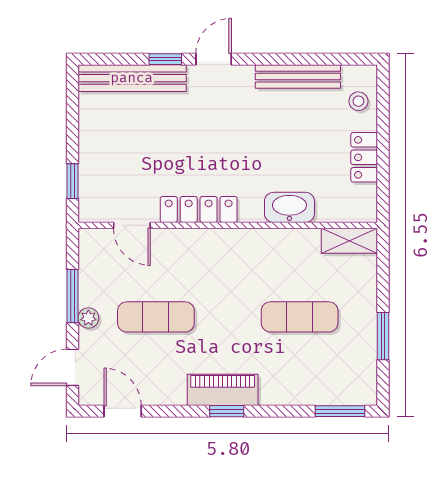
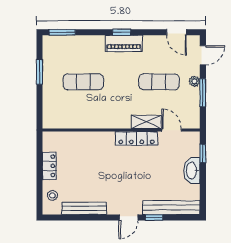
washbasin: (289, 207) -> (192, 171), moved, turned 90
shelving: (349, 241) -> (146, 122), moved

